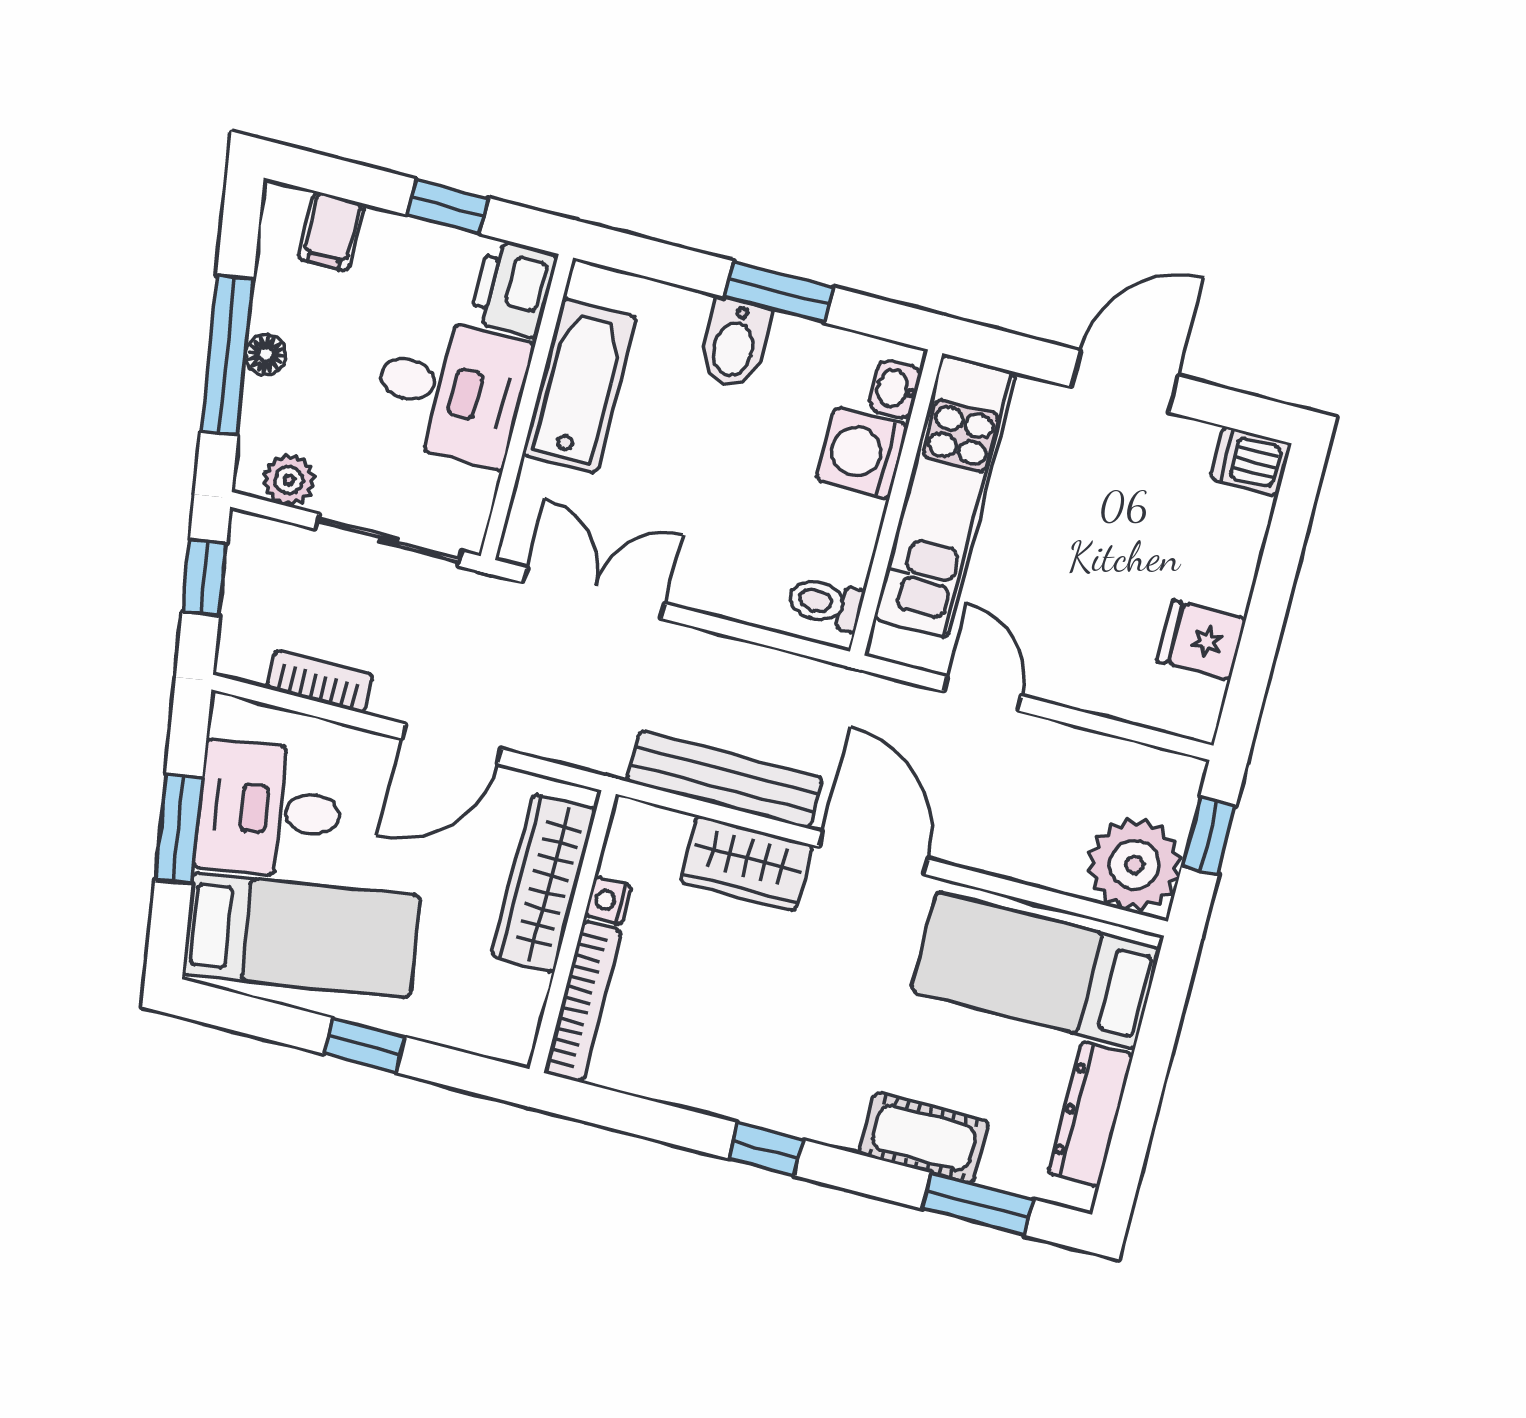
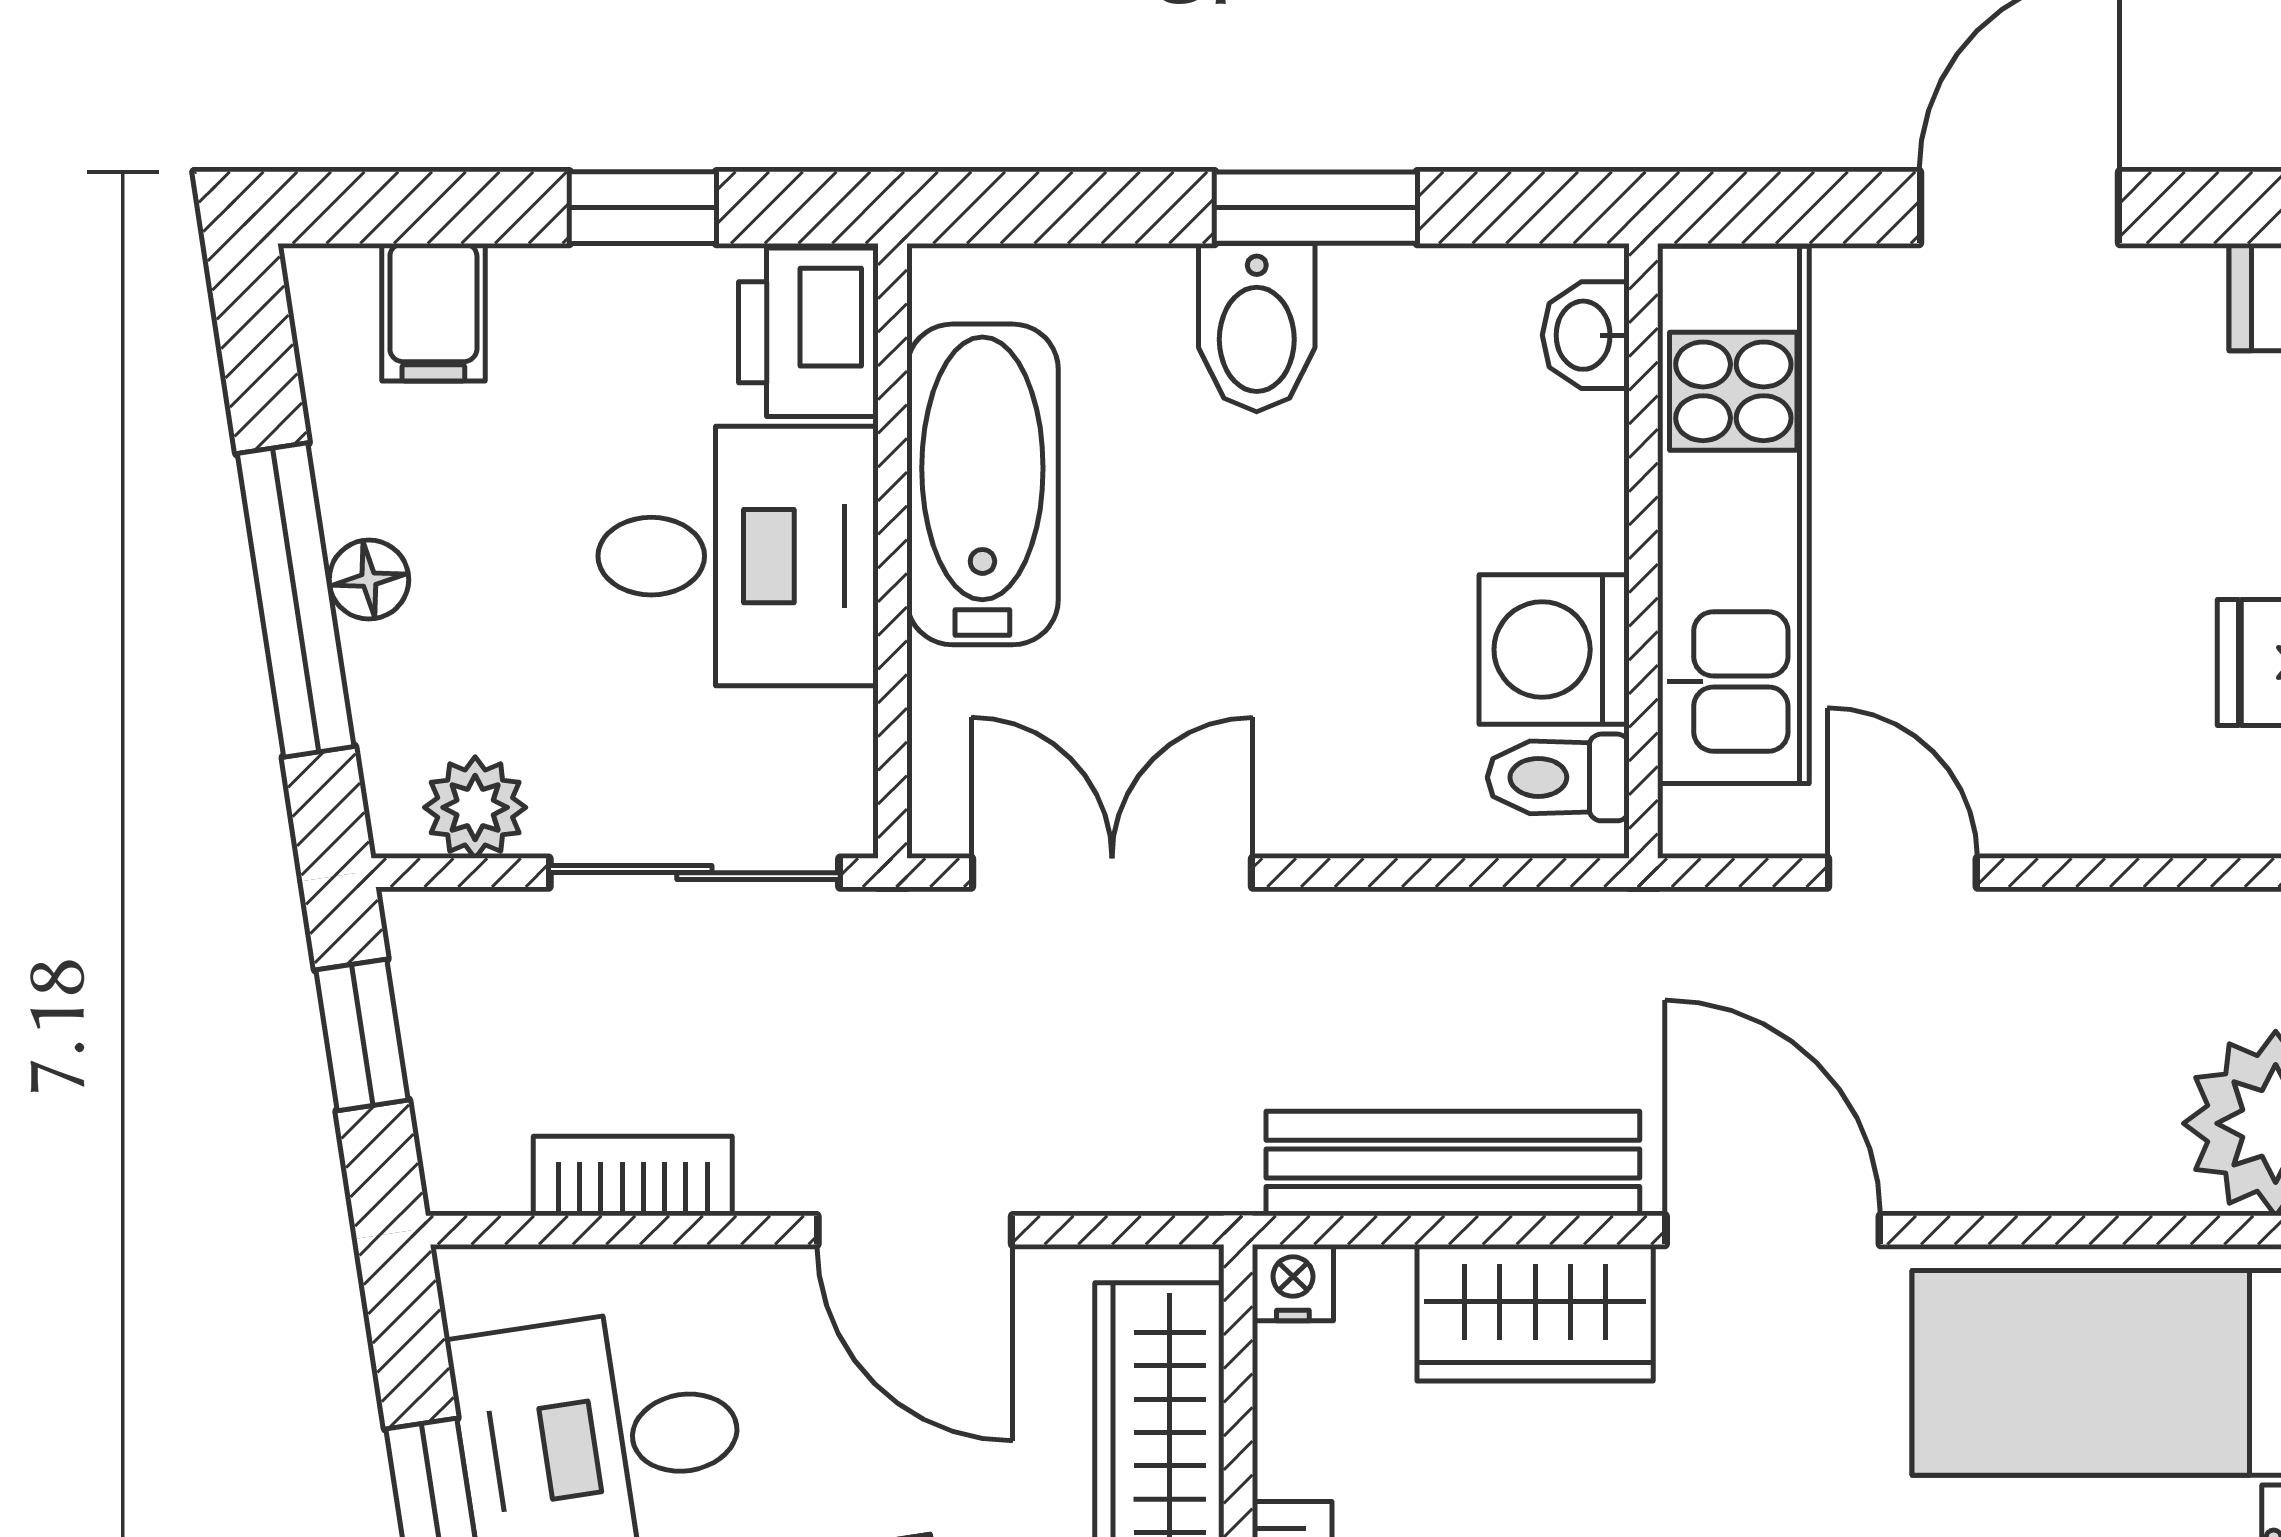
washing machine: (862, 453) -> (1554, 650), moved
door: (451, 744) -> (915, 1230), hinge flipped
nightstand: (608, 900) -> (1293, 1283), moved, turned 90

